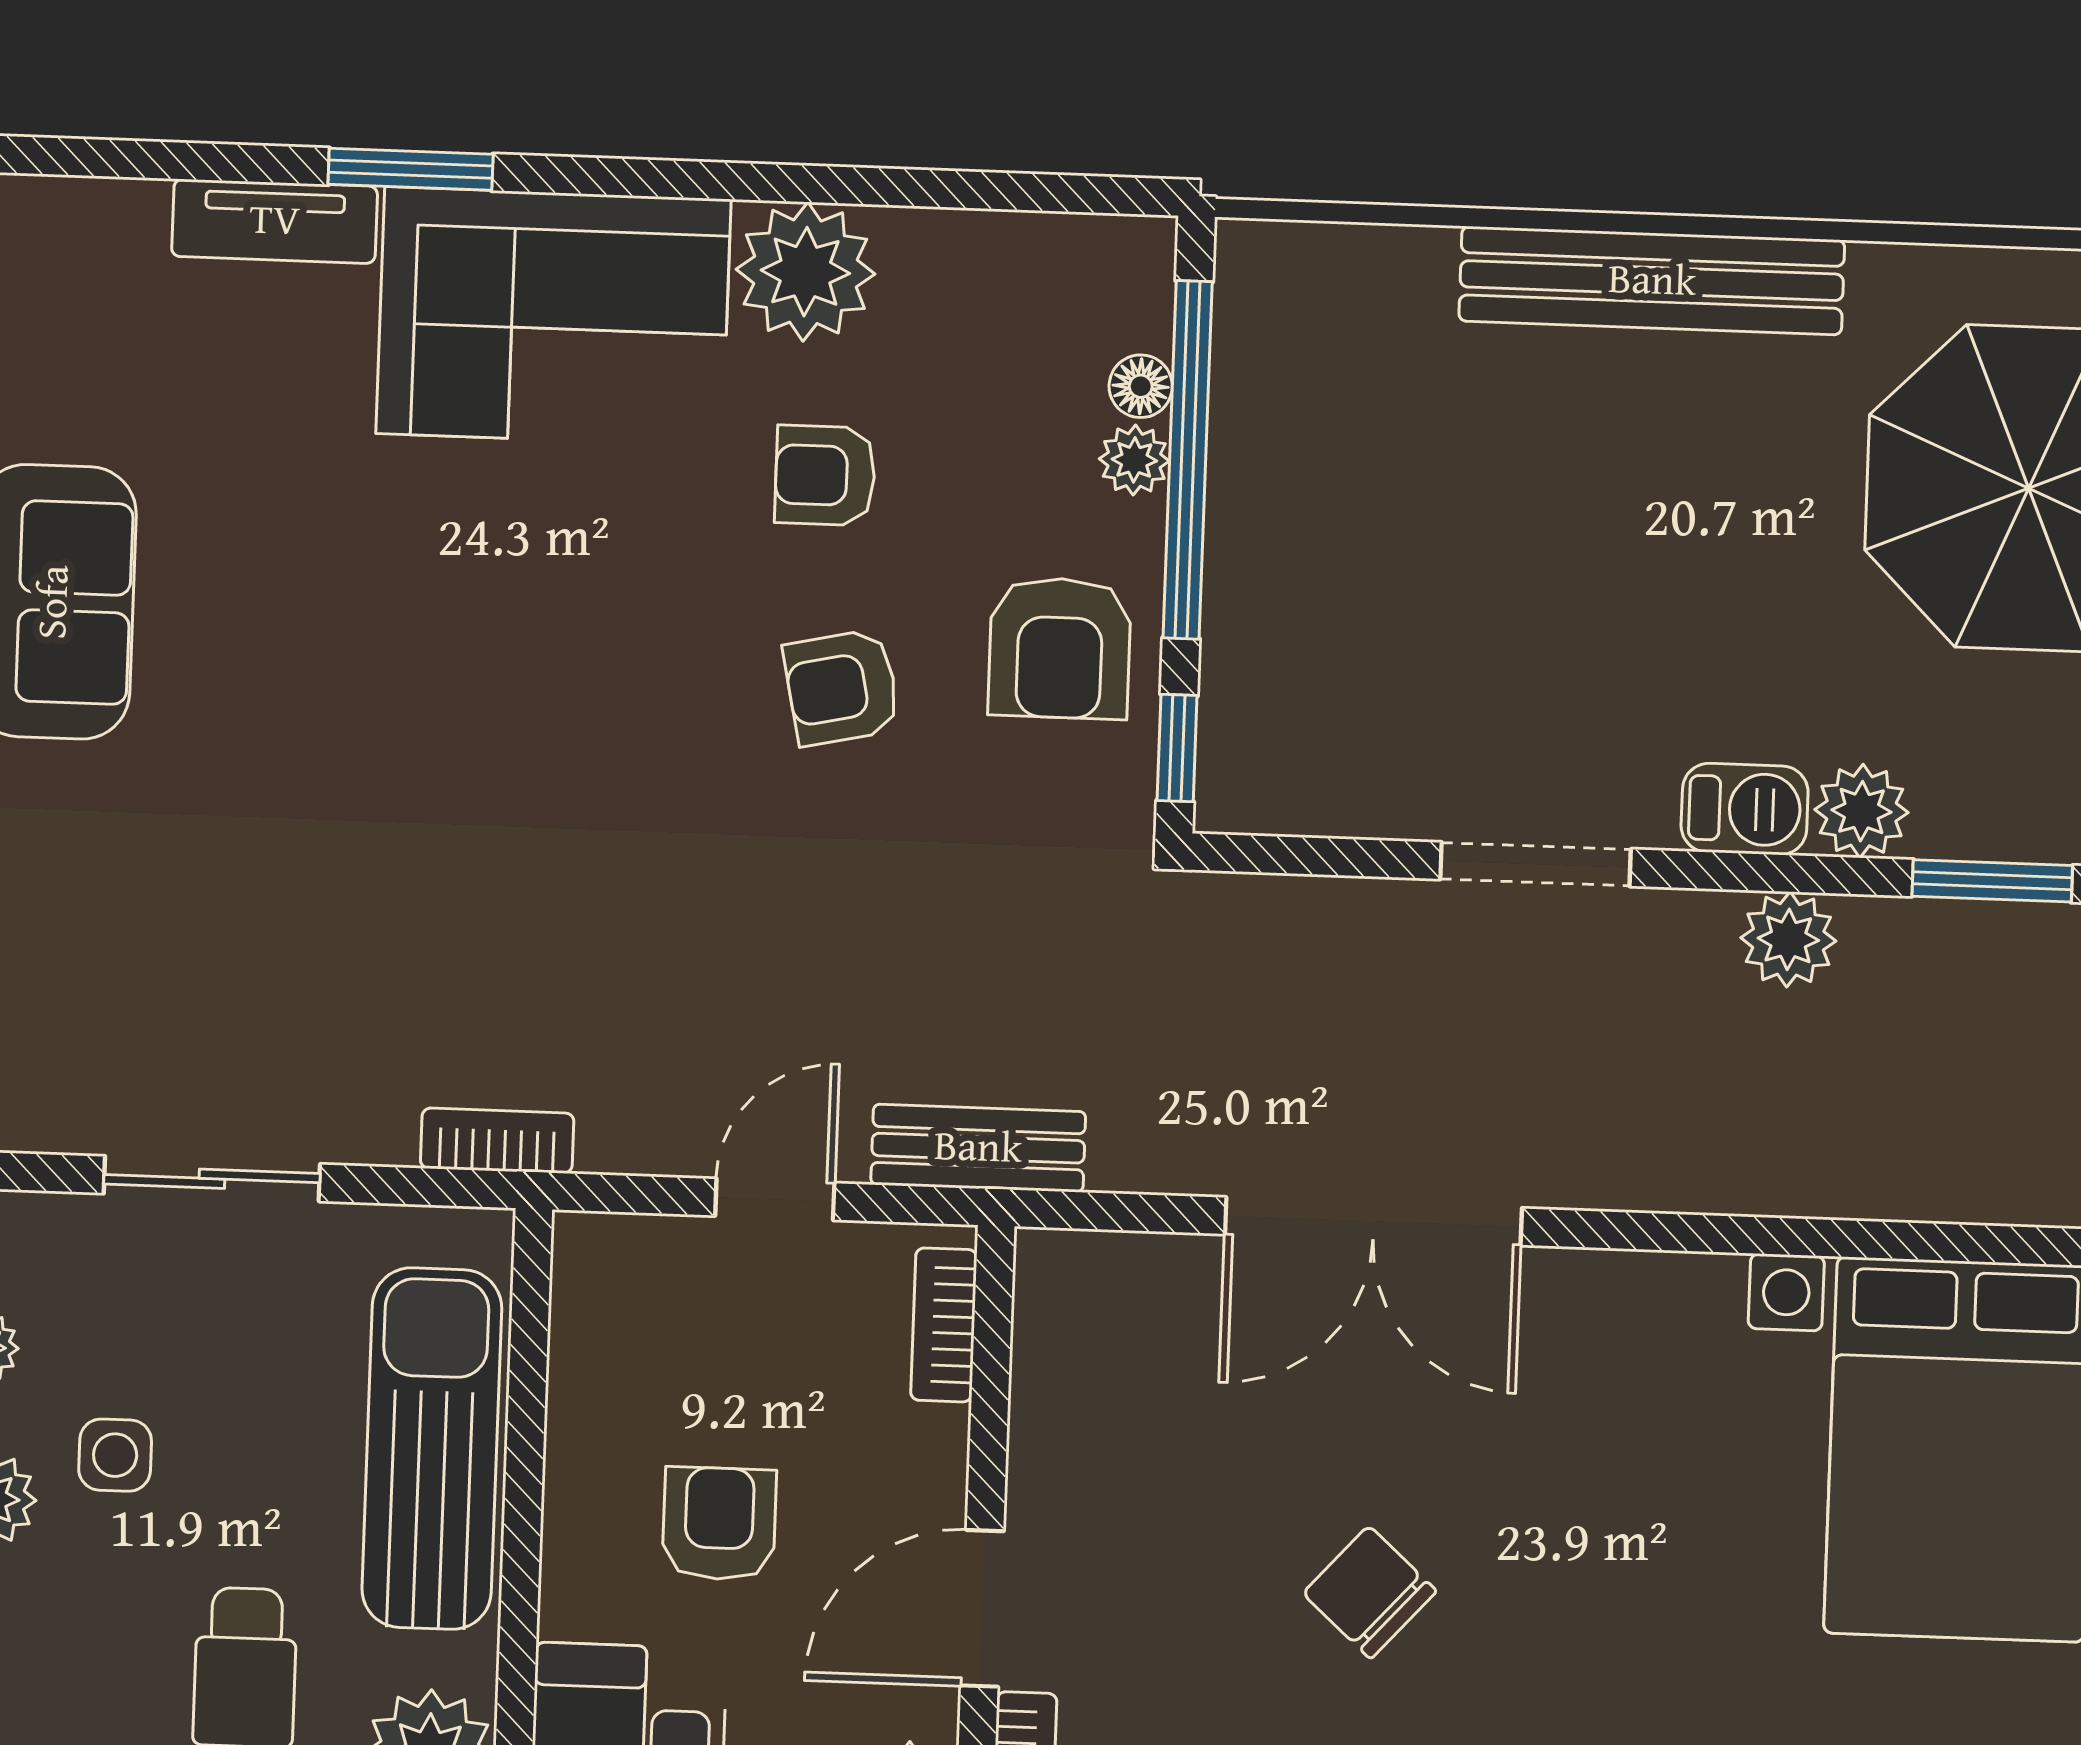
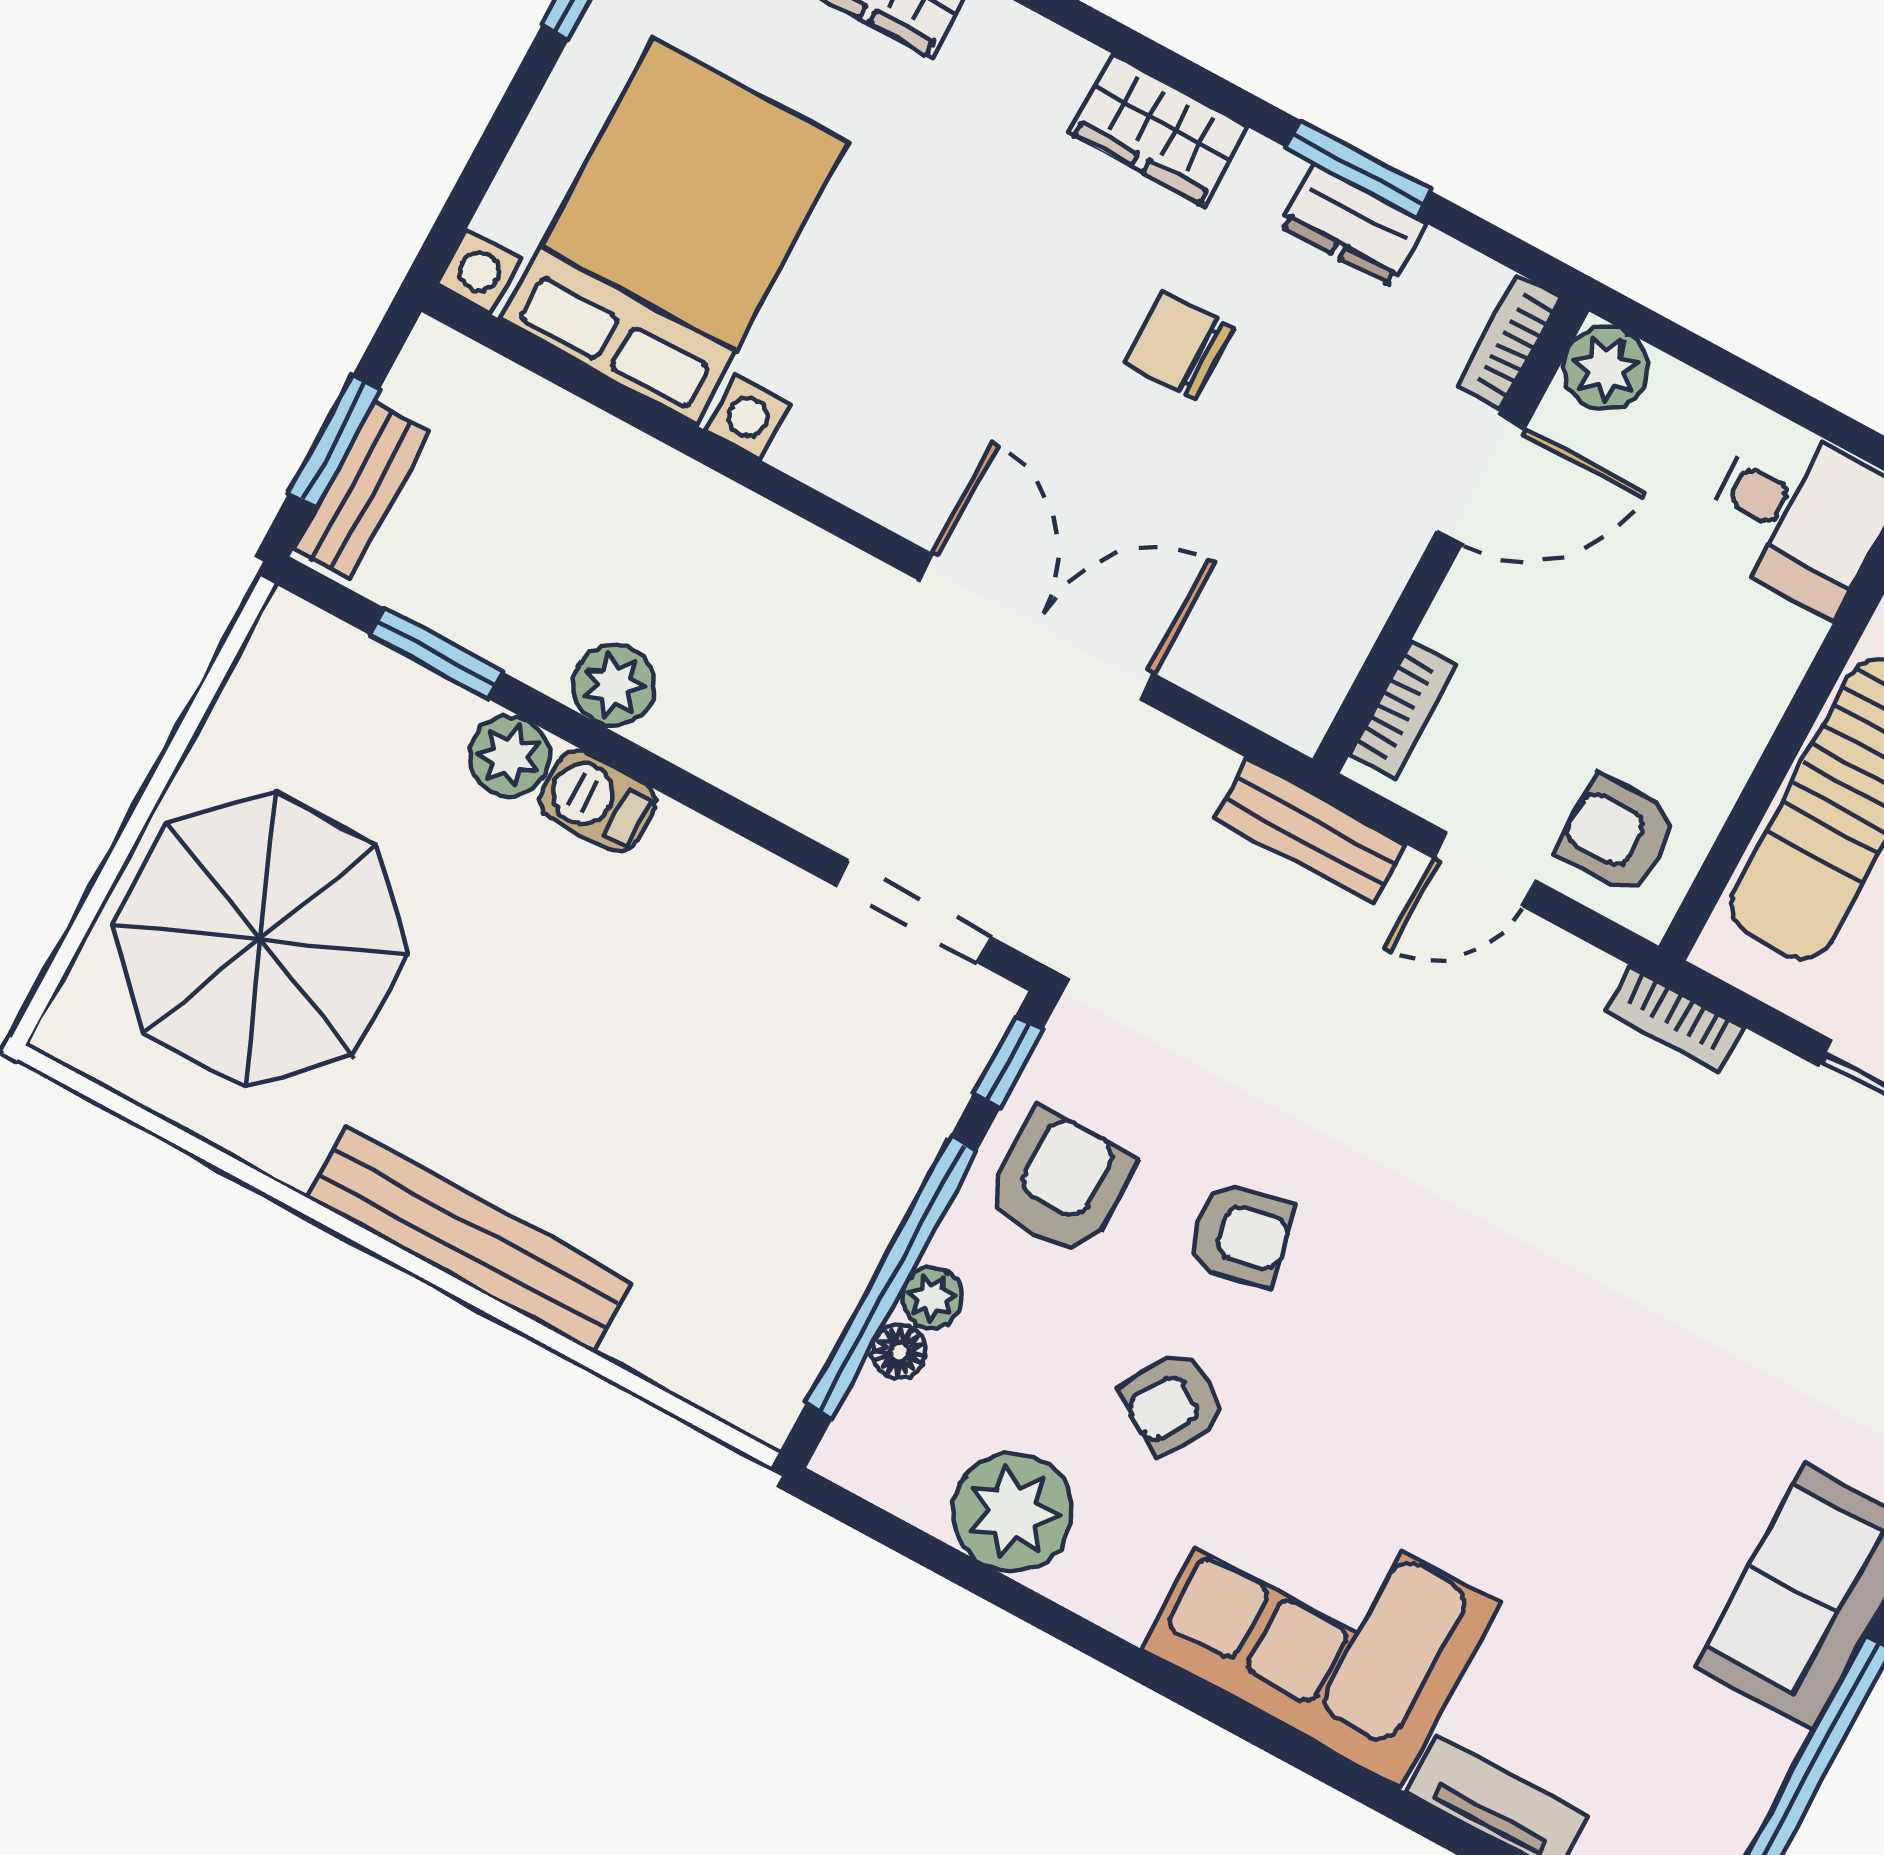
window: (411, 169) -> (1374, 1793), removed
plant: (805, 272) -> (1013, 1512), moved
armchair: (825, 475) -> (1173, 1403), turned 122
doorway: (1536, 864) -> (913, 911), moved
armchair: (719, 1524) -> (1617, 836), moved, turned 90
chair: (1370, 1592) -> (1179, 345), turned 138

